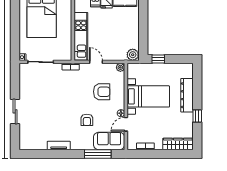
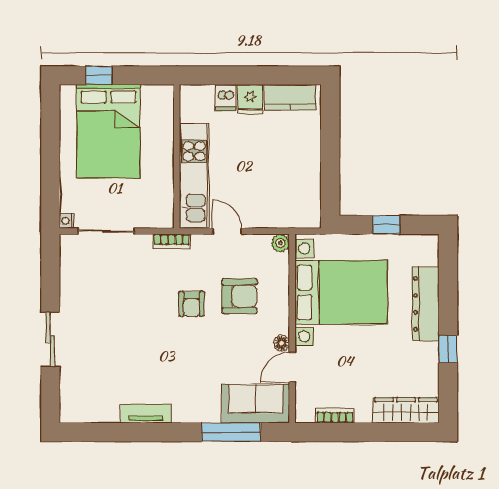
plant: (133, 55) -> (307, 215), removed
window: (158, 59) -> (386, 225), moved
bed with nightstands: (148, 96) -> (341, 292), width x1.36
armchair: (87, 120) -> (192, 304), moved

